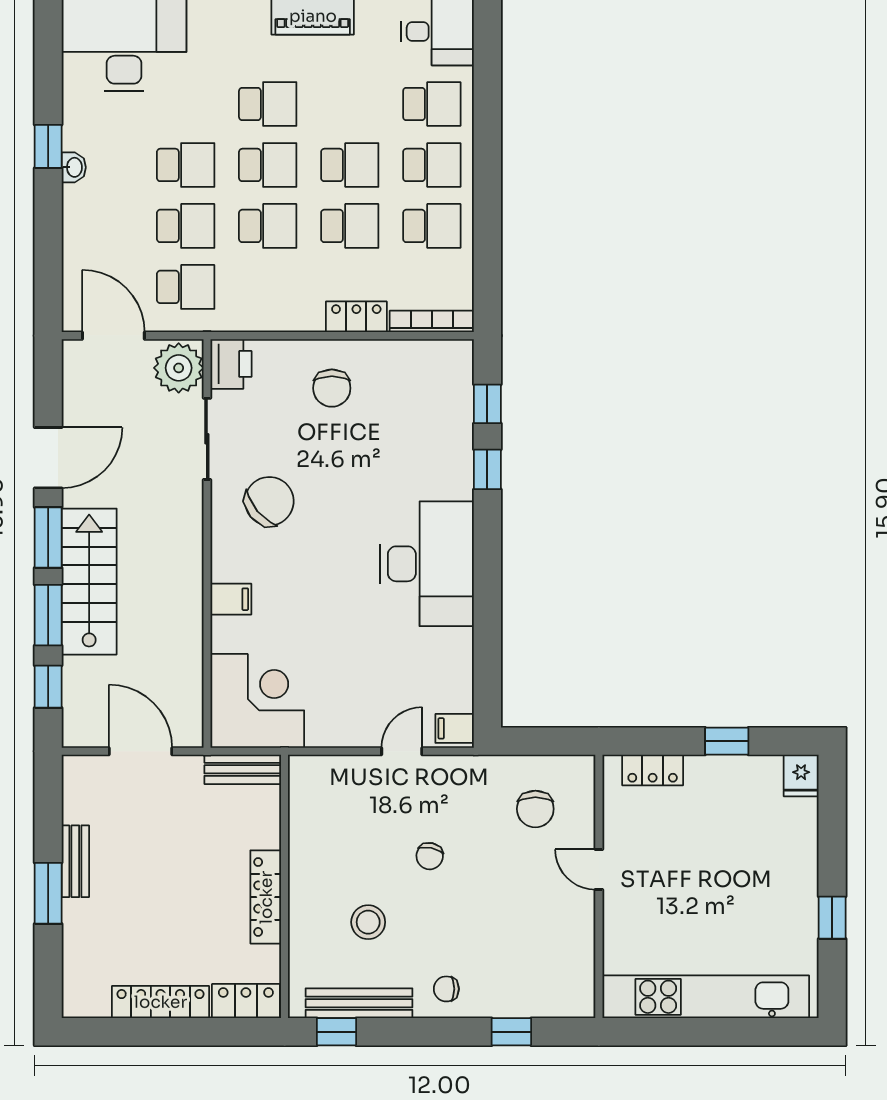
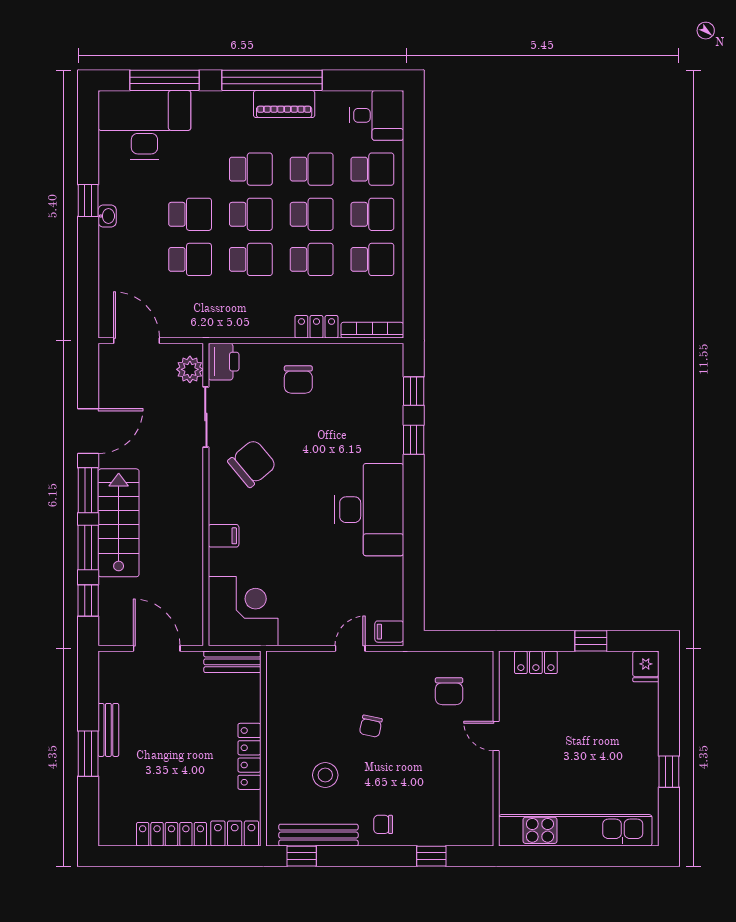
school desk: (186, 287) -> (312, 169), moved
plant: (179, 368) -> (190, 369), width x0.73, depth x0.73

